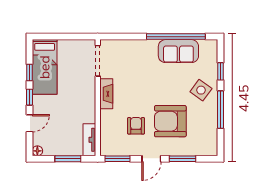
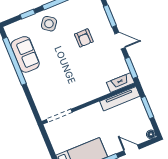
fireplace: (106, 94) -> (121, 83), moved
armchair: (170, 121) -> (84, 38), width x0.53, depth x0.53
armchair: (136, 126) -> (99, 64), removed
tv unit: (89, 140) -> (120, 99), width x1.41

